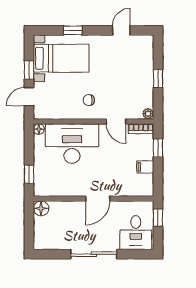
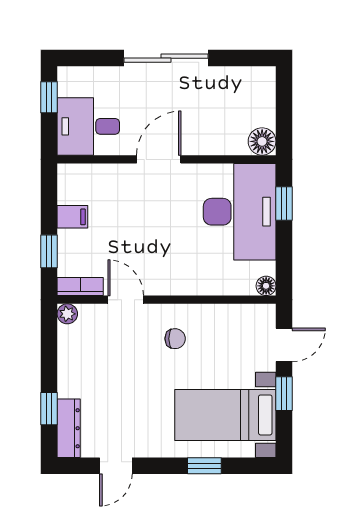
dresser: (147, 51) -> (69, 428), added
window: (158, 79) -> (49, 409), moved
desk: (72, 144) -> (240, 212), moved, turned -90
window: (158, 218) -> (49, 97), moved
desk: (136, 233) -> (88, 126), moved, turned -90

